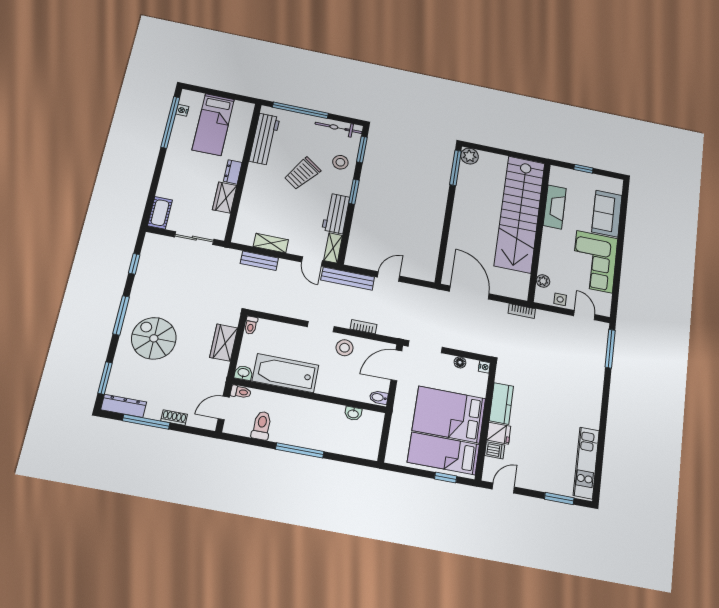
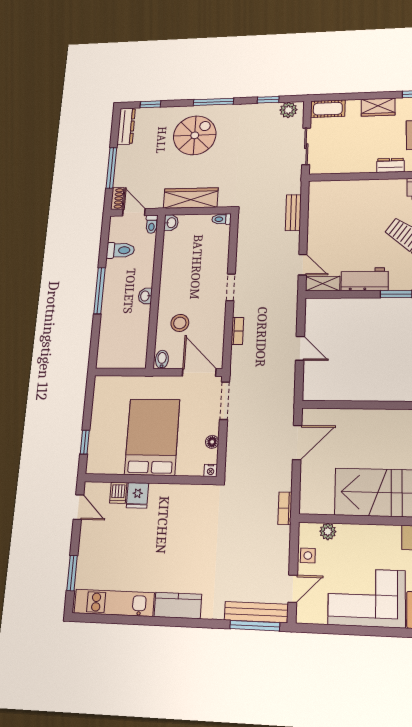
wardrobe: (225, 198) -> (378, 107), moved, turned 180
shelving: (271, 243) -> (316, 220), removed
plant: (151, 247) -> (288, 110), added
door: (312, 261) -> (303, 265), swing flipped
bench: (348, 278) -> (256, 612), moved, turned 90
door: (469, 292) -> (297, 442), width x0.73
wardrobe: (224, 343) -> (191, 198), width x1.50
stool: (345, 348) -> (180, 323), moved
bathtub: (285, 373) -> (176, 262), removed
window: (105, 378) -> (150, 104), width x0.67
kitchen counter: (501, 403) -> (178, 605), moved, turned 180
washbasin: (353, 414) -> (145, 296), moved
shoe rack: (174, 418) -> (117, 198), moved
window: (146, 422) -> (111, 168), moved
bed: (443, 453) -> (110, 436), removed

